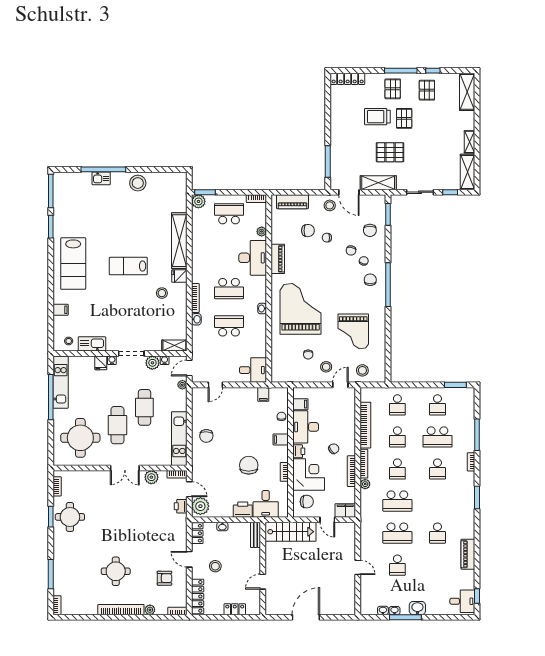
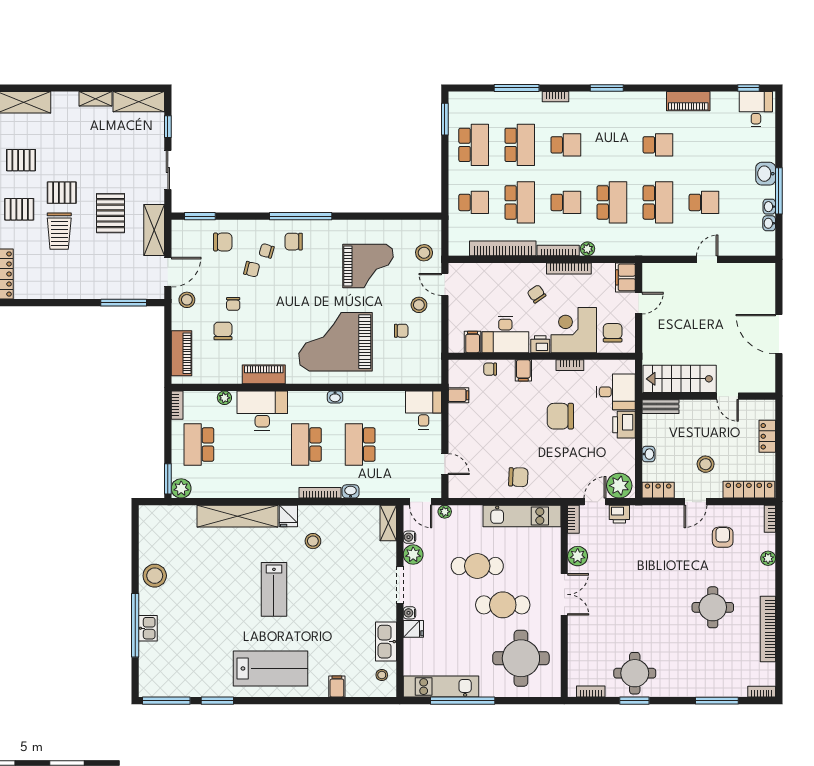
school desk: (229, 289) -> (306, 445), turned 180
school desk: (437, 405) -> (474, 145), width x1.85
school desk: (397, 437) -> (520, 202), width x1.85
stairs: (291, 532) -> (680, 379), moved, turned -90
bookcase: (121, 610) -> (768, 629), moved

